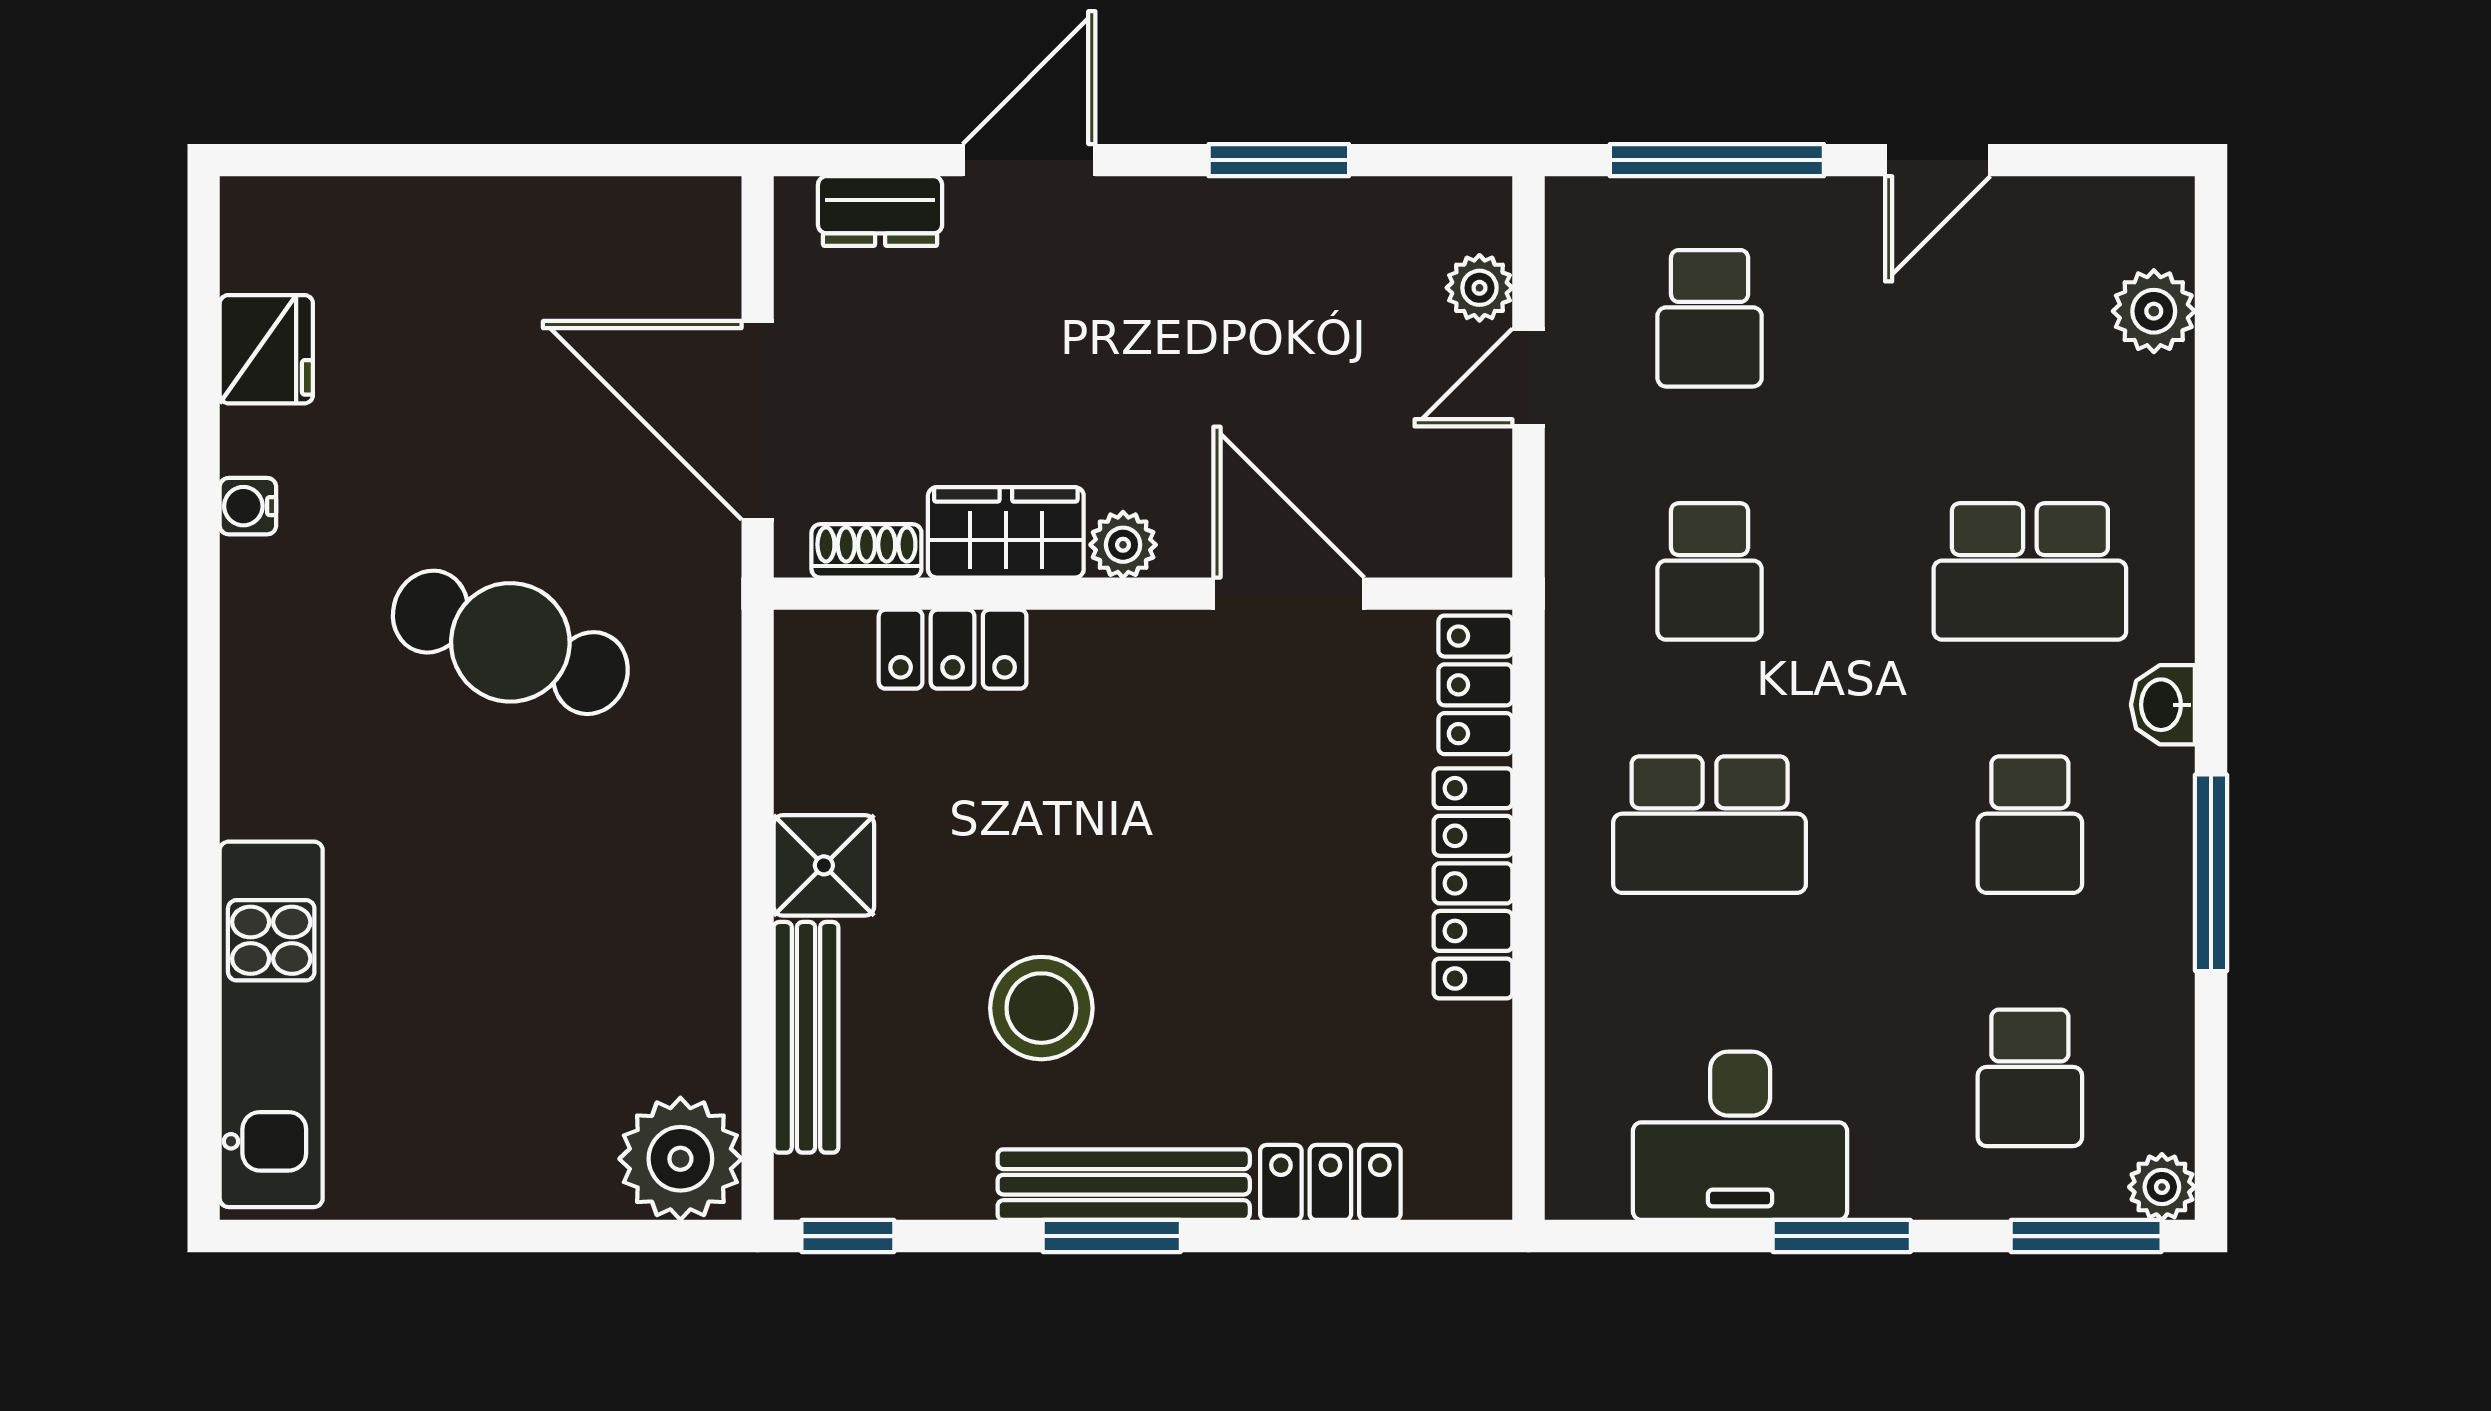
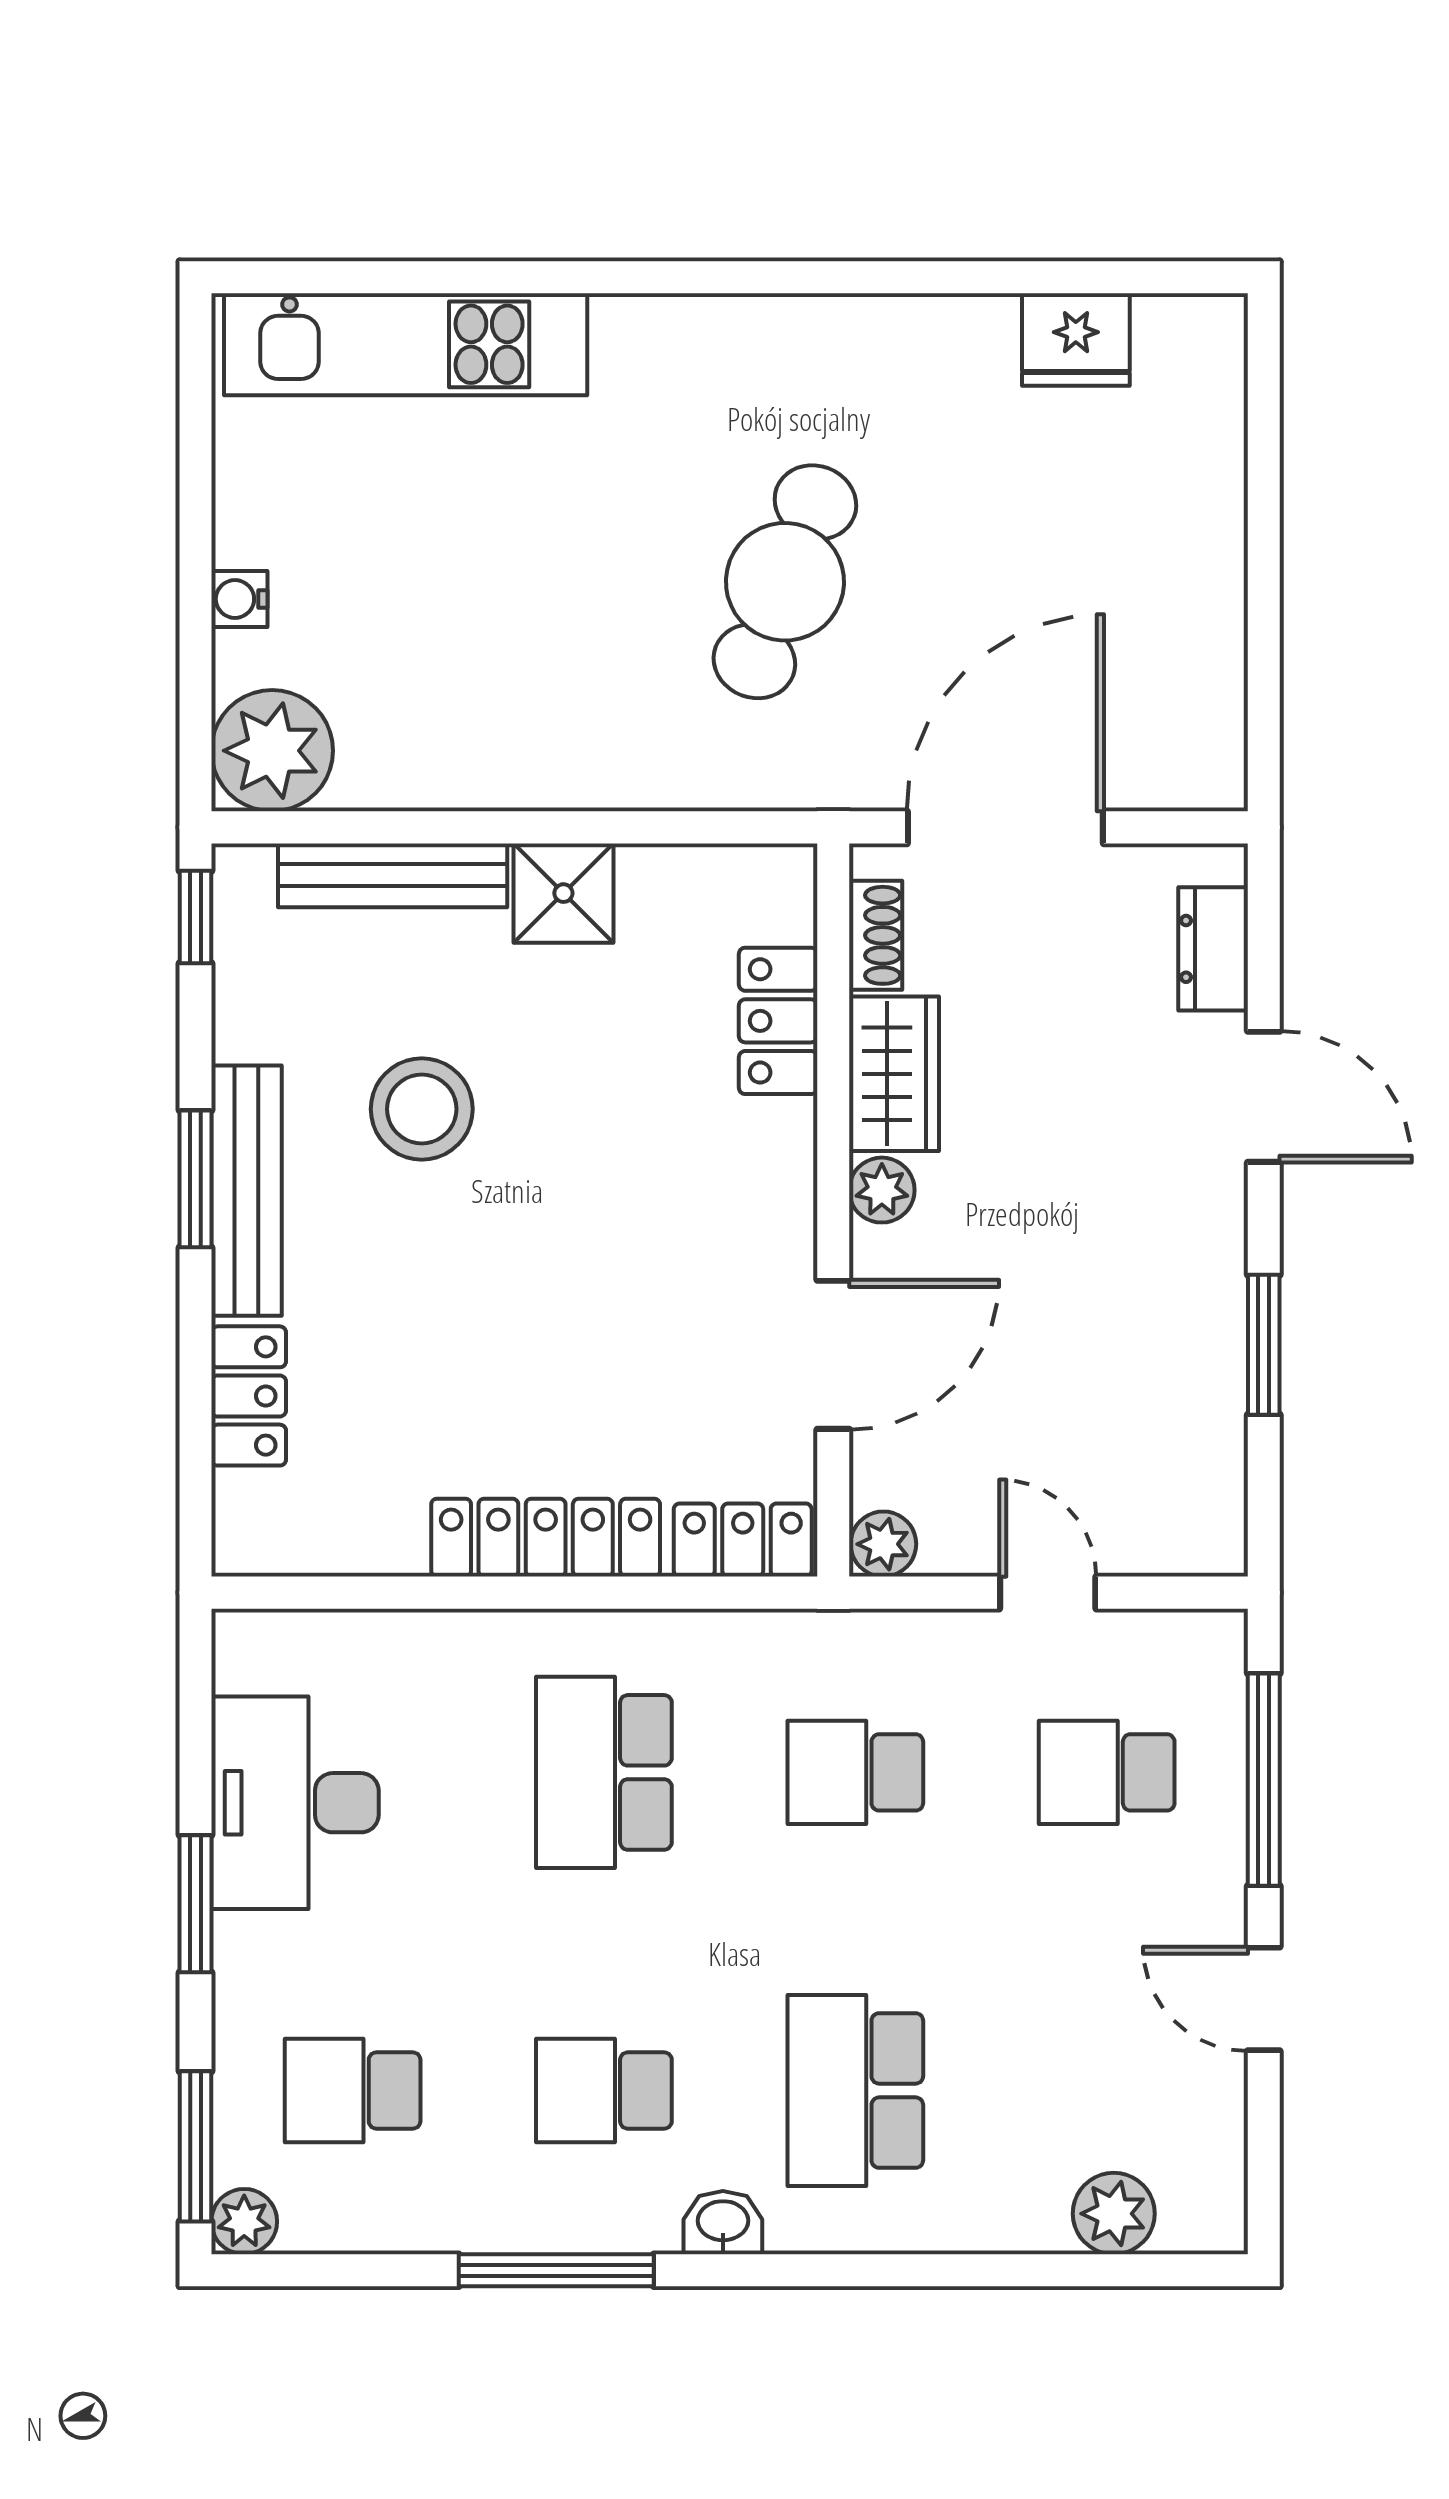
plant: (1479, 288) -> (883, 1544), moved
water cooler: (248, 506) -> (239, 599), moved, turned -90

